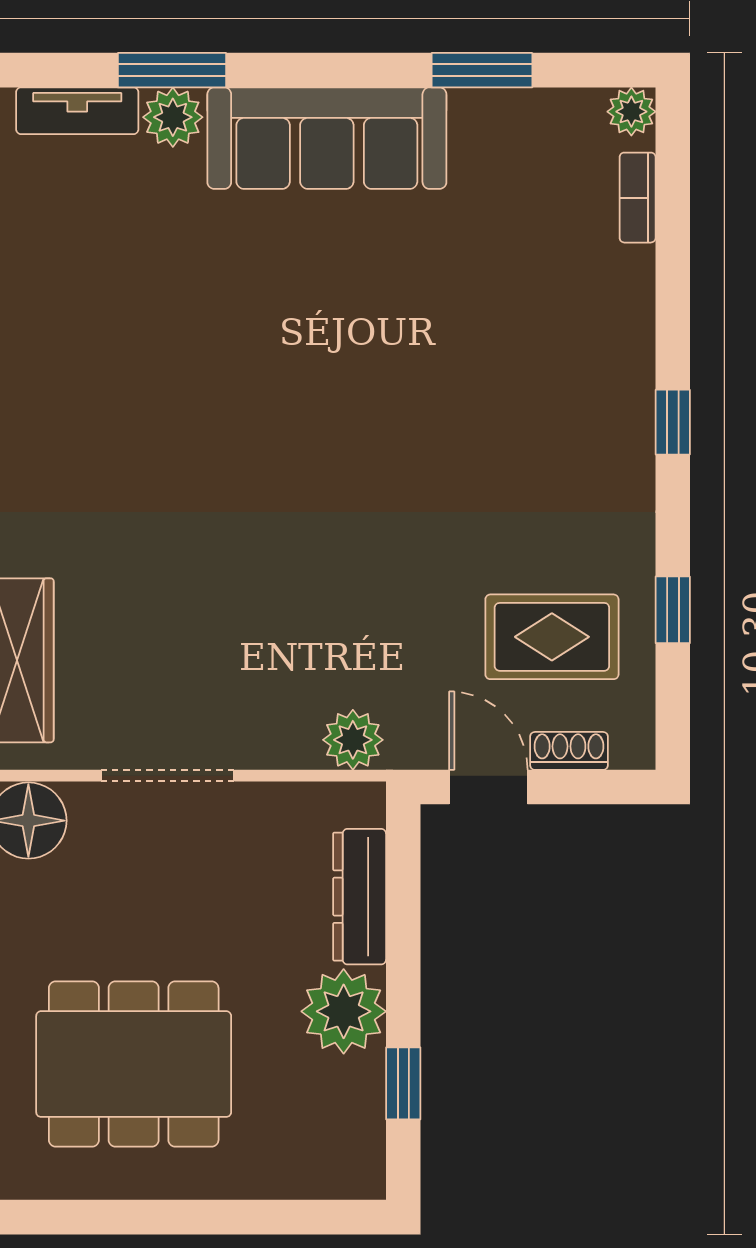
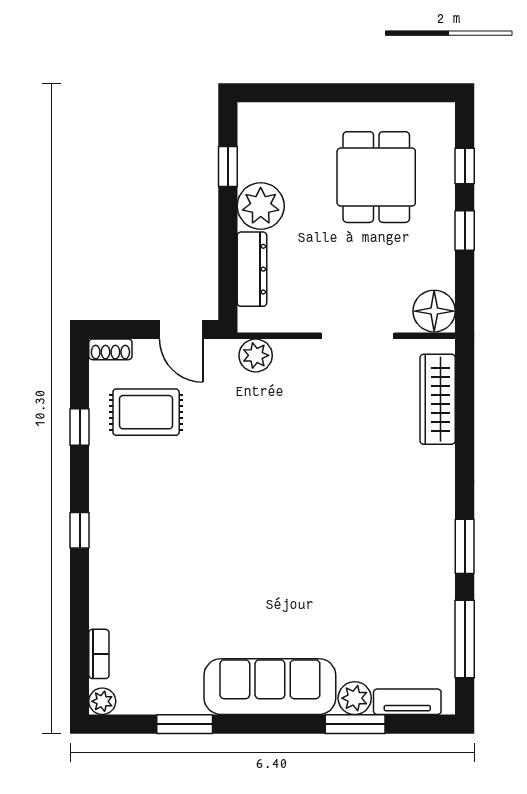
shoe rack: (569, 751) -> (110, 349), moved
dining table: (134, 1064) -> (376, 177), width x0.73

